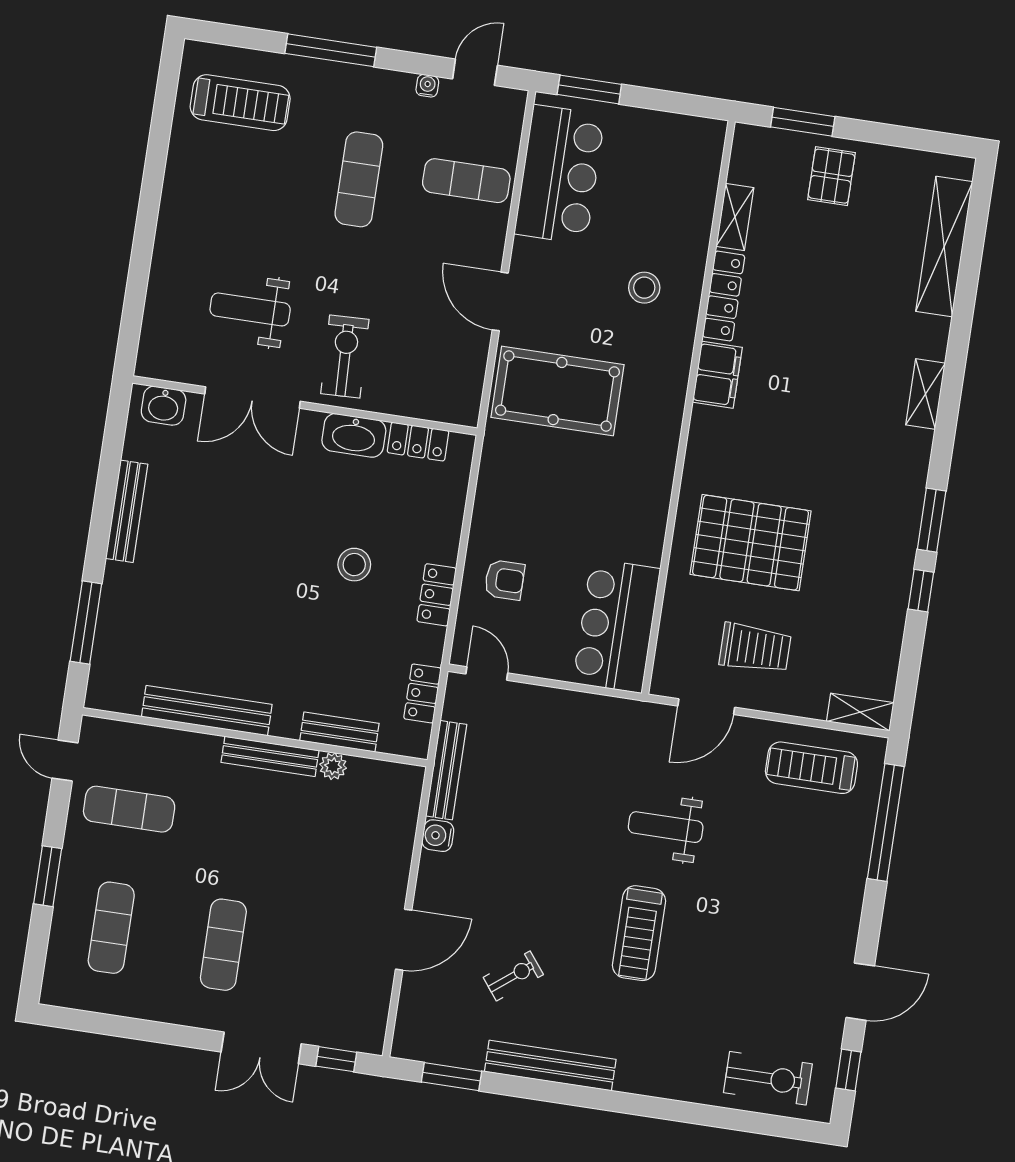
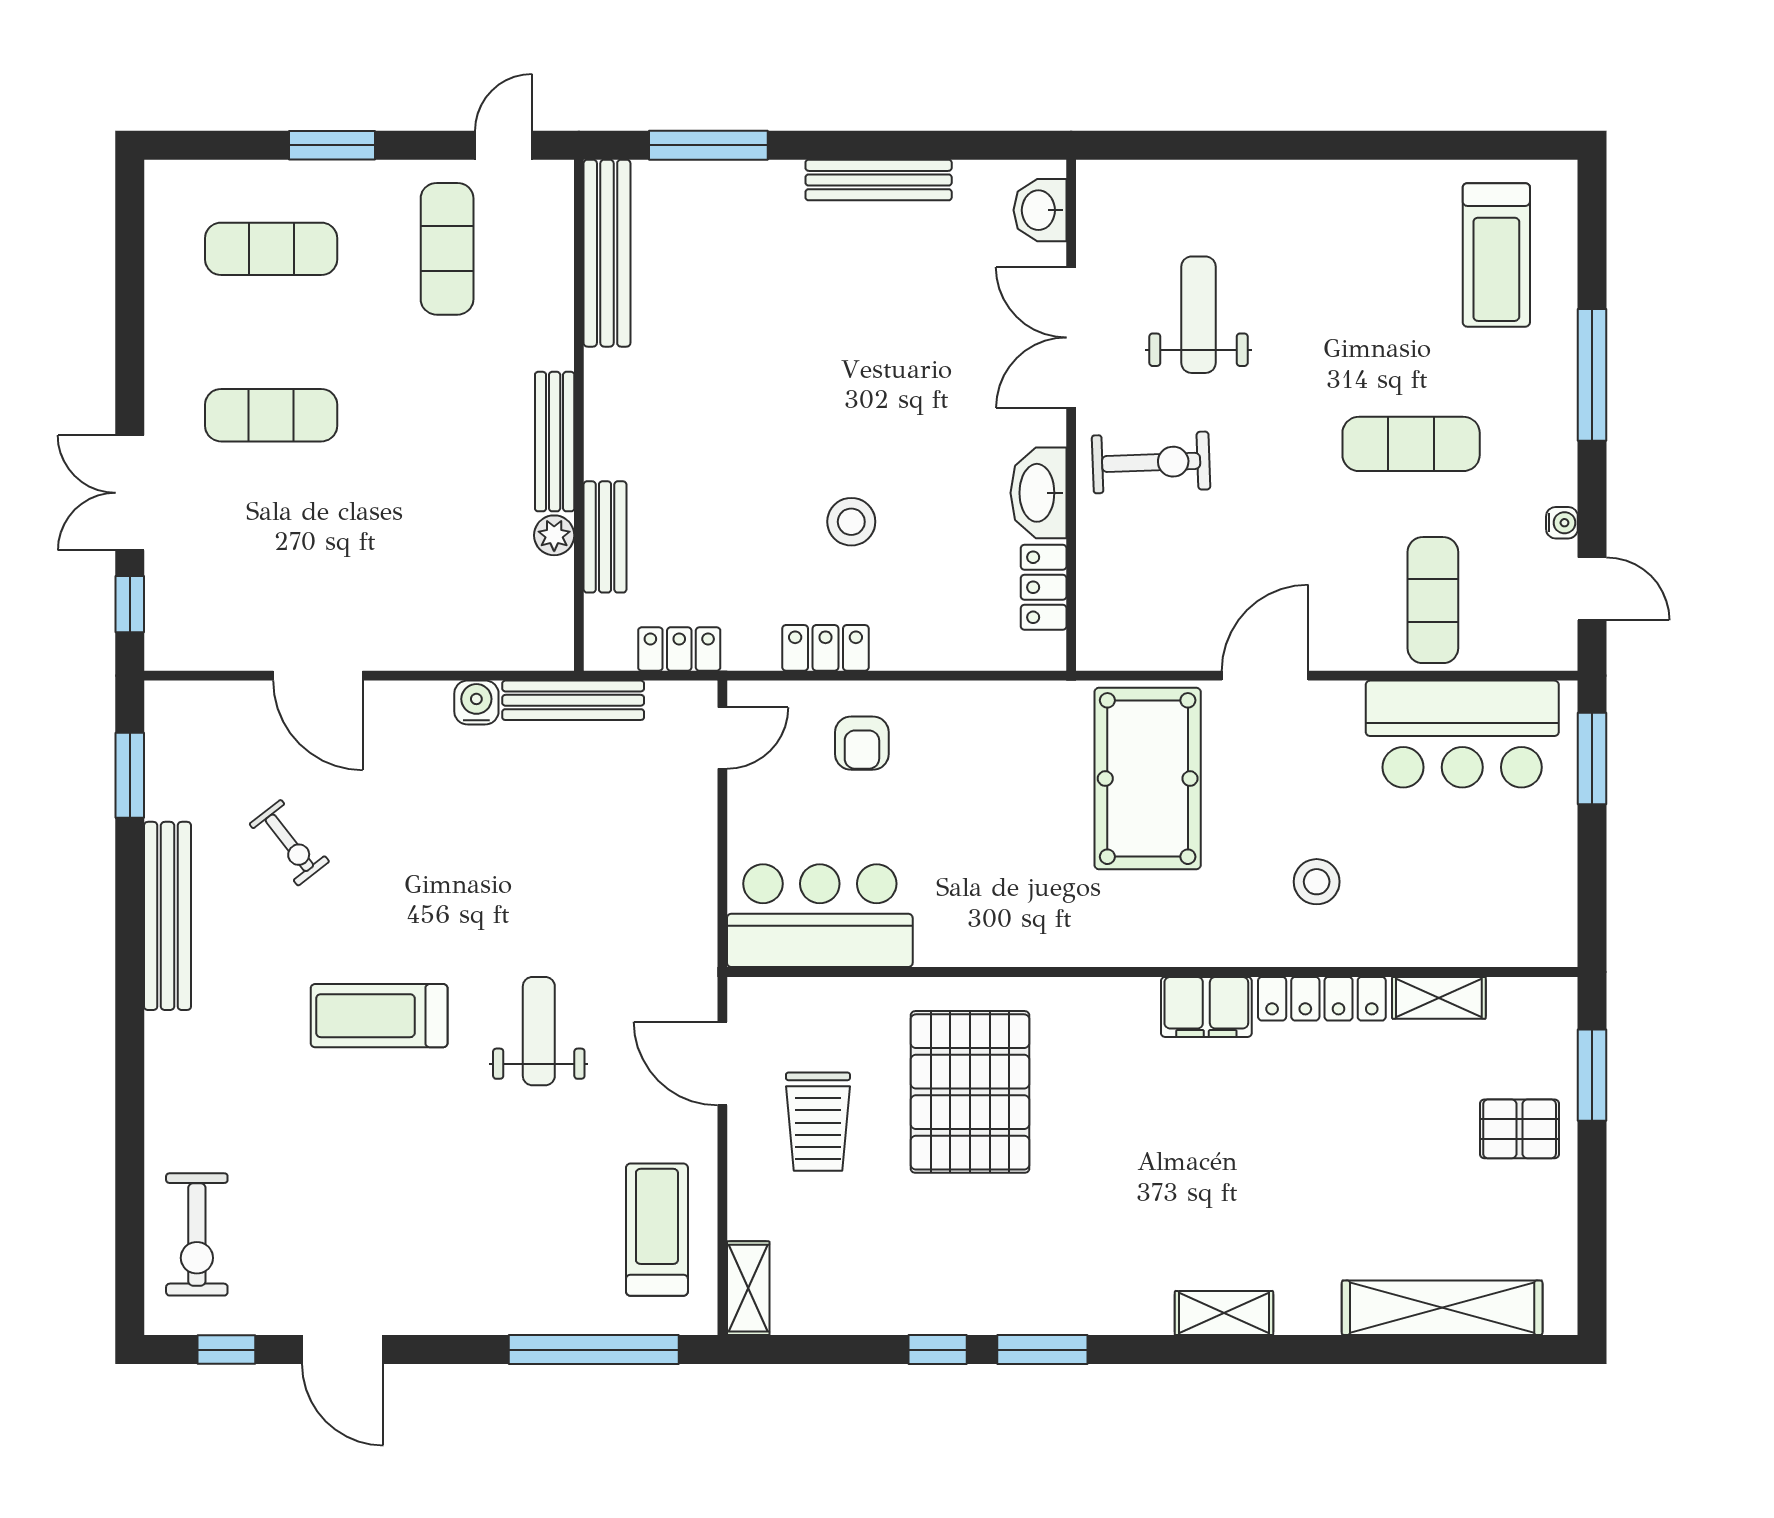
bench: (207, 711) -> (607, 253), moved

